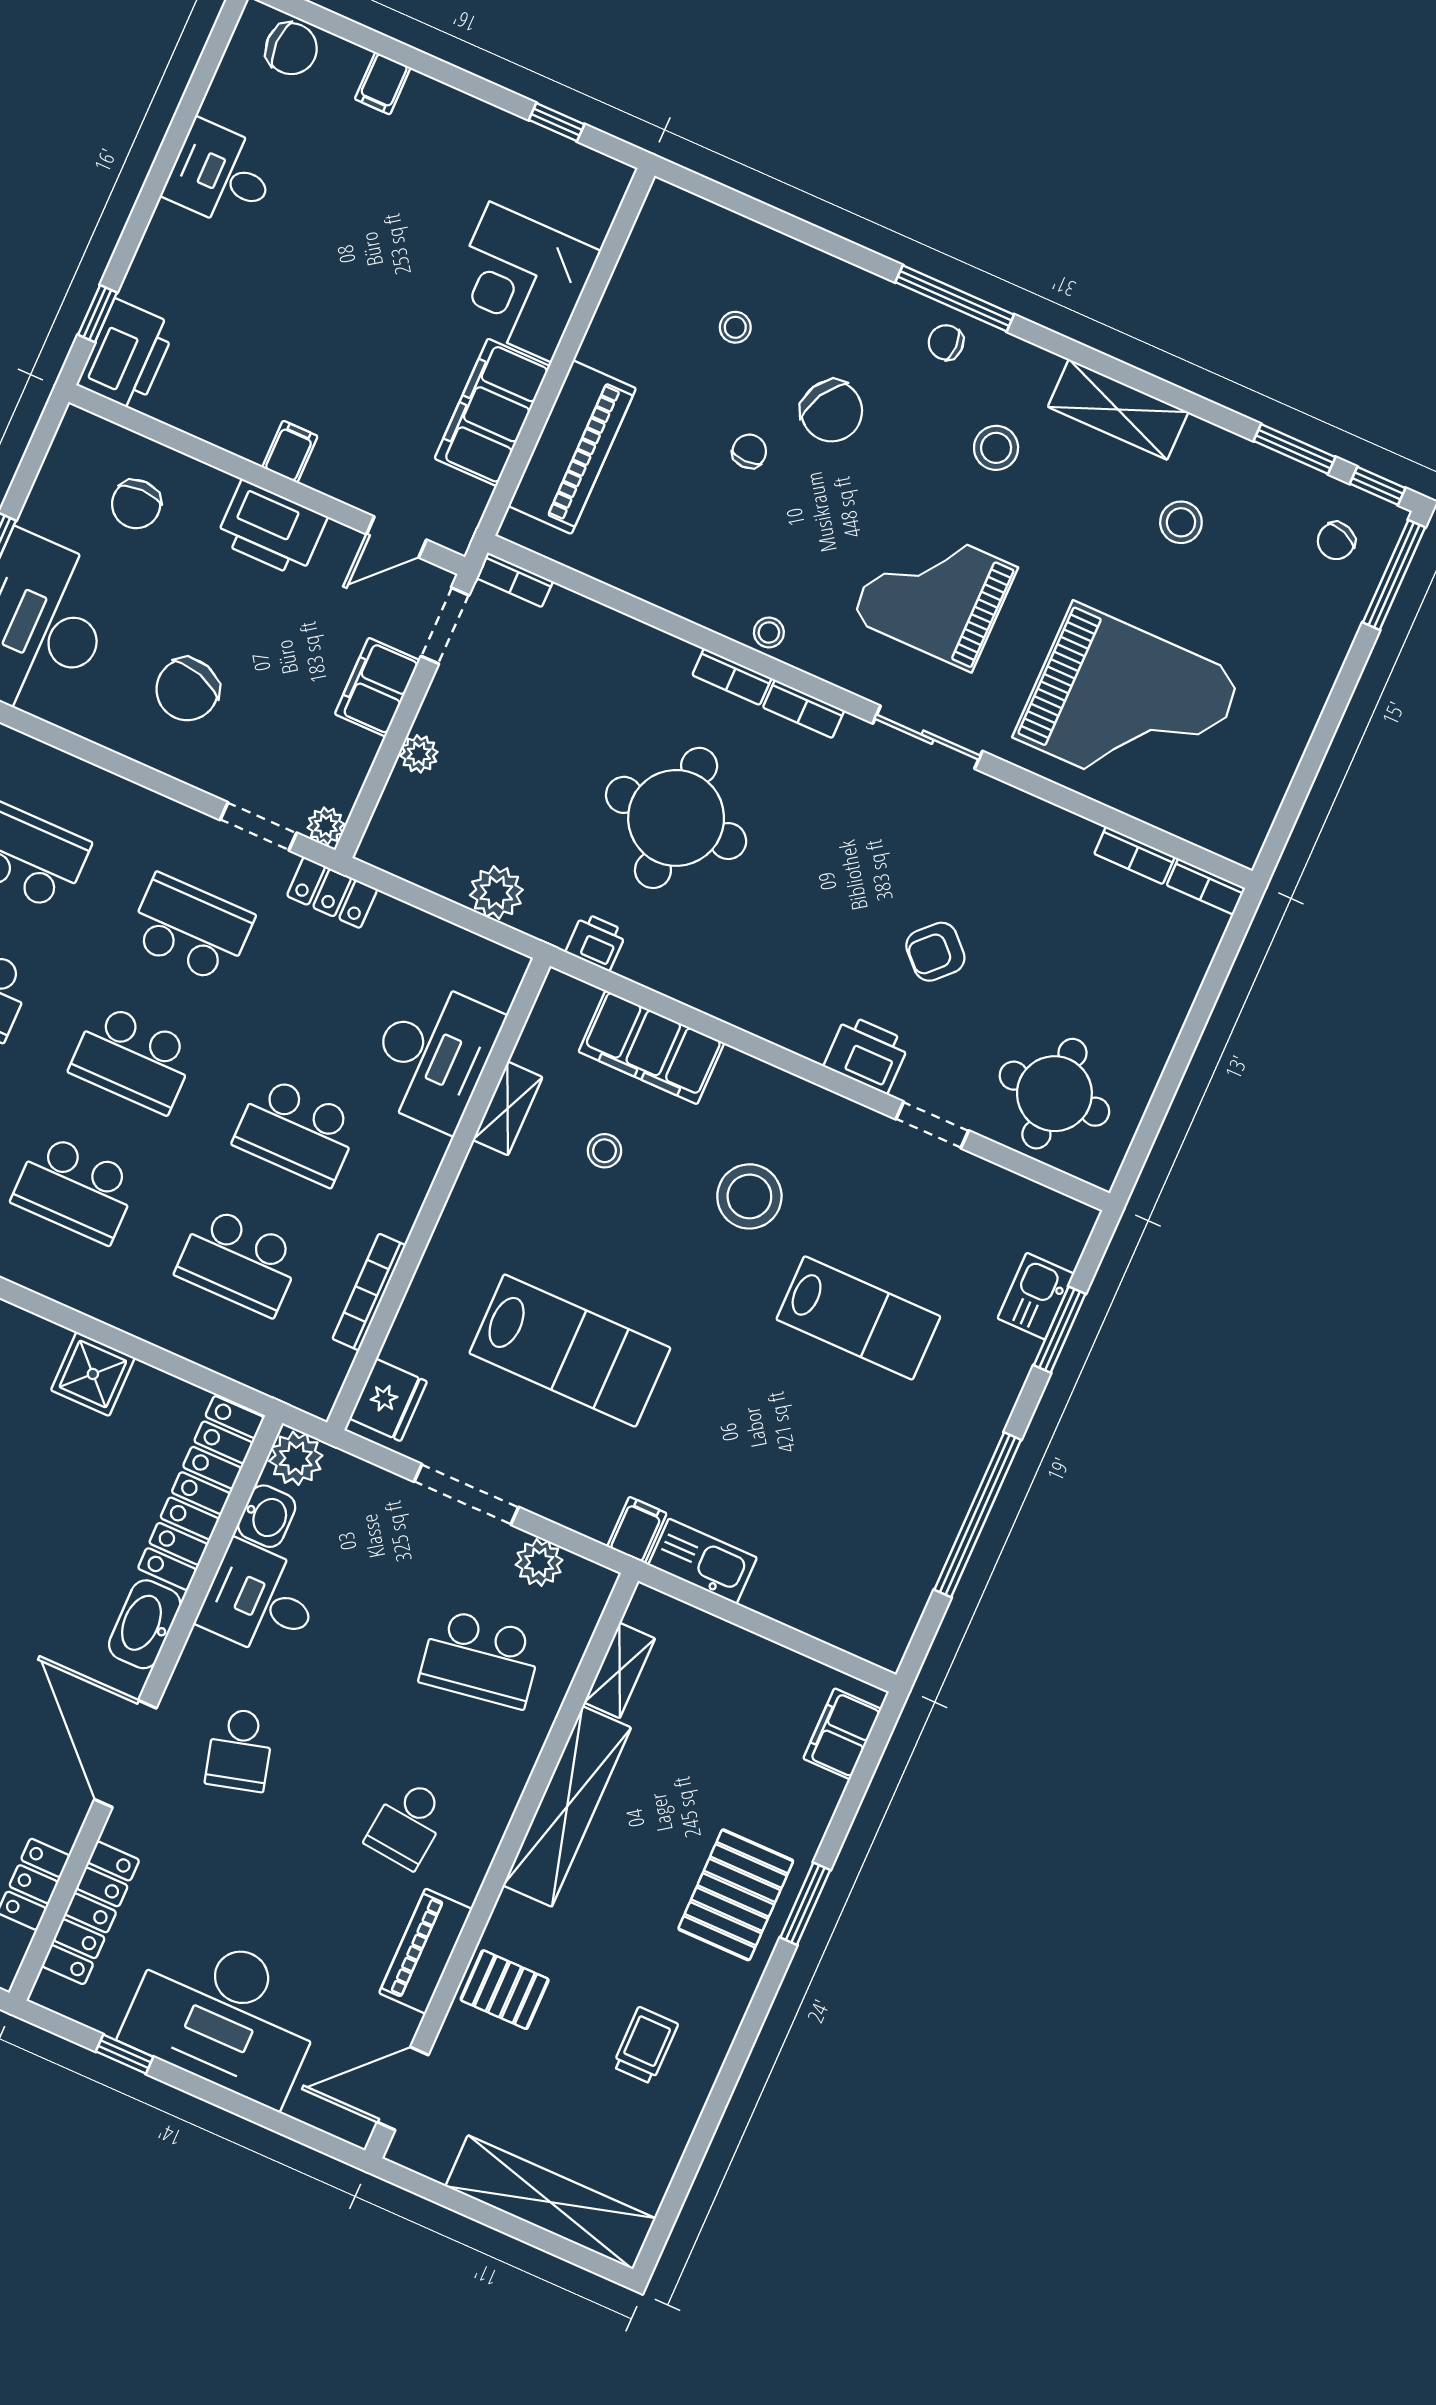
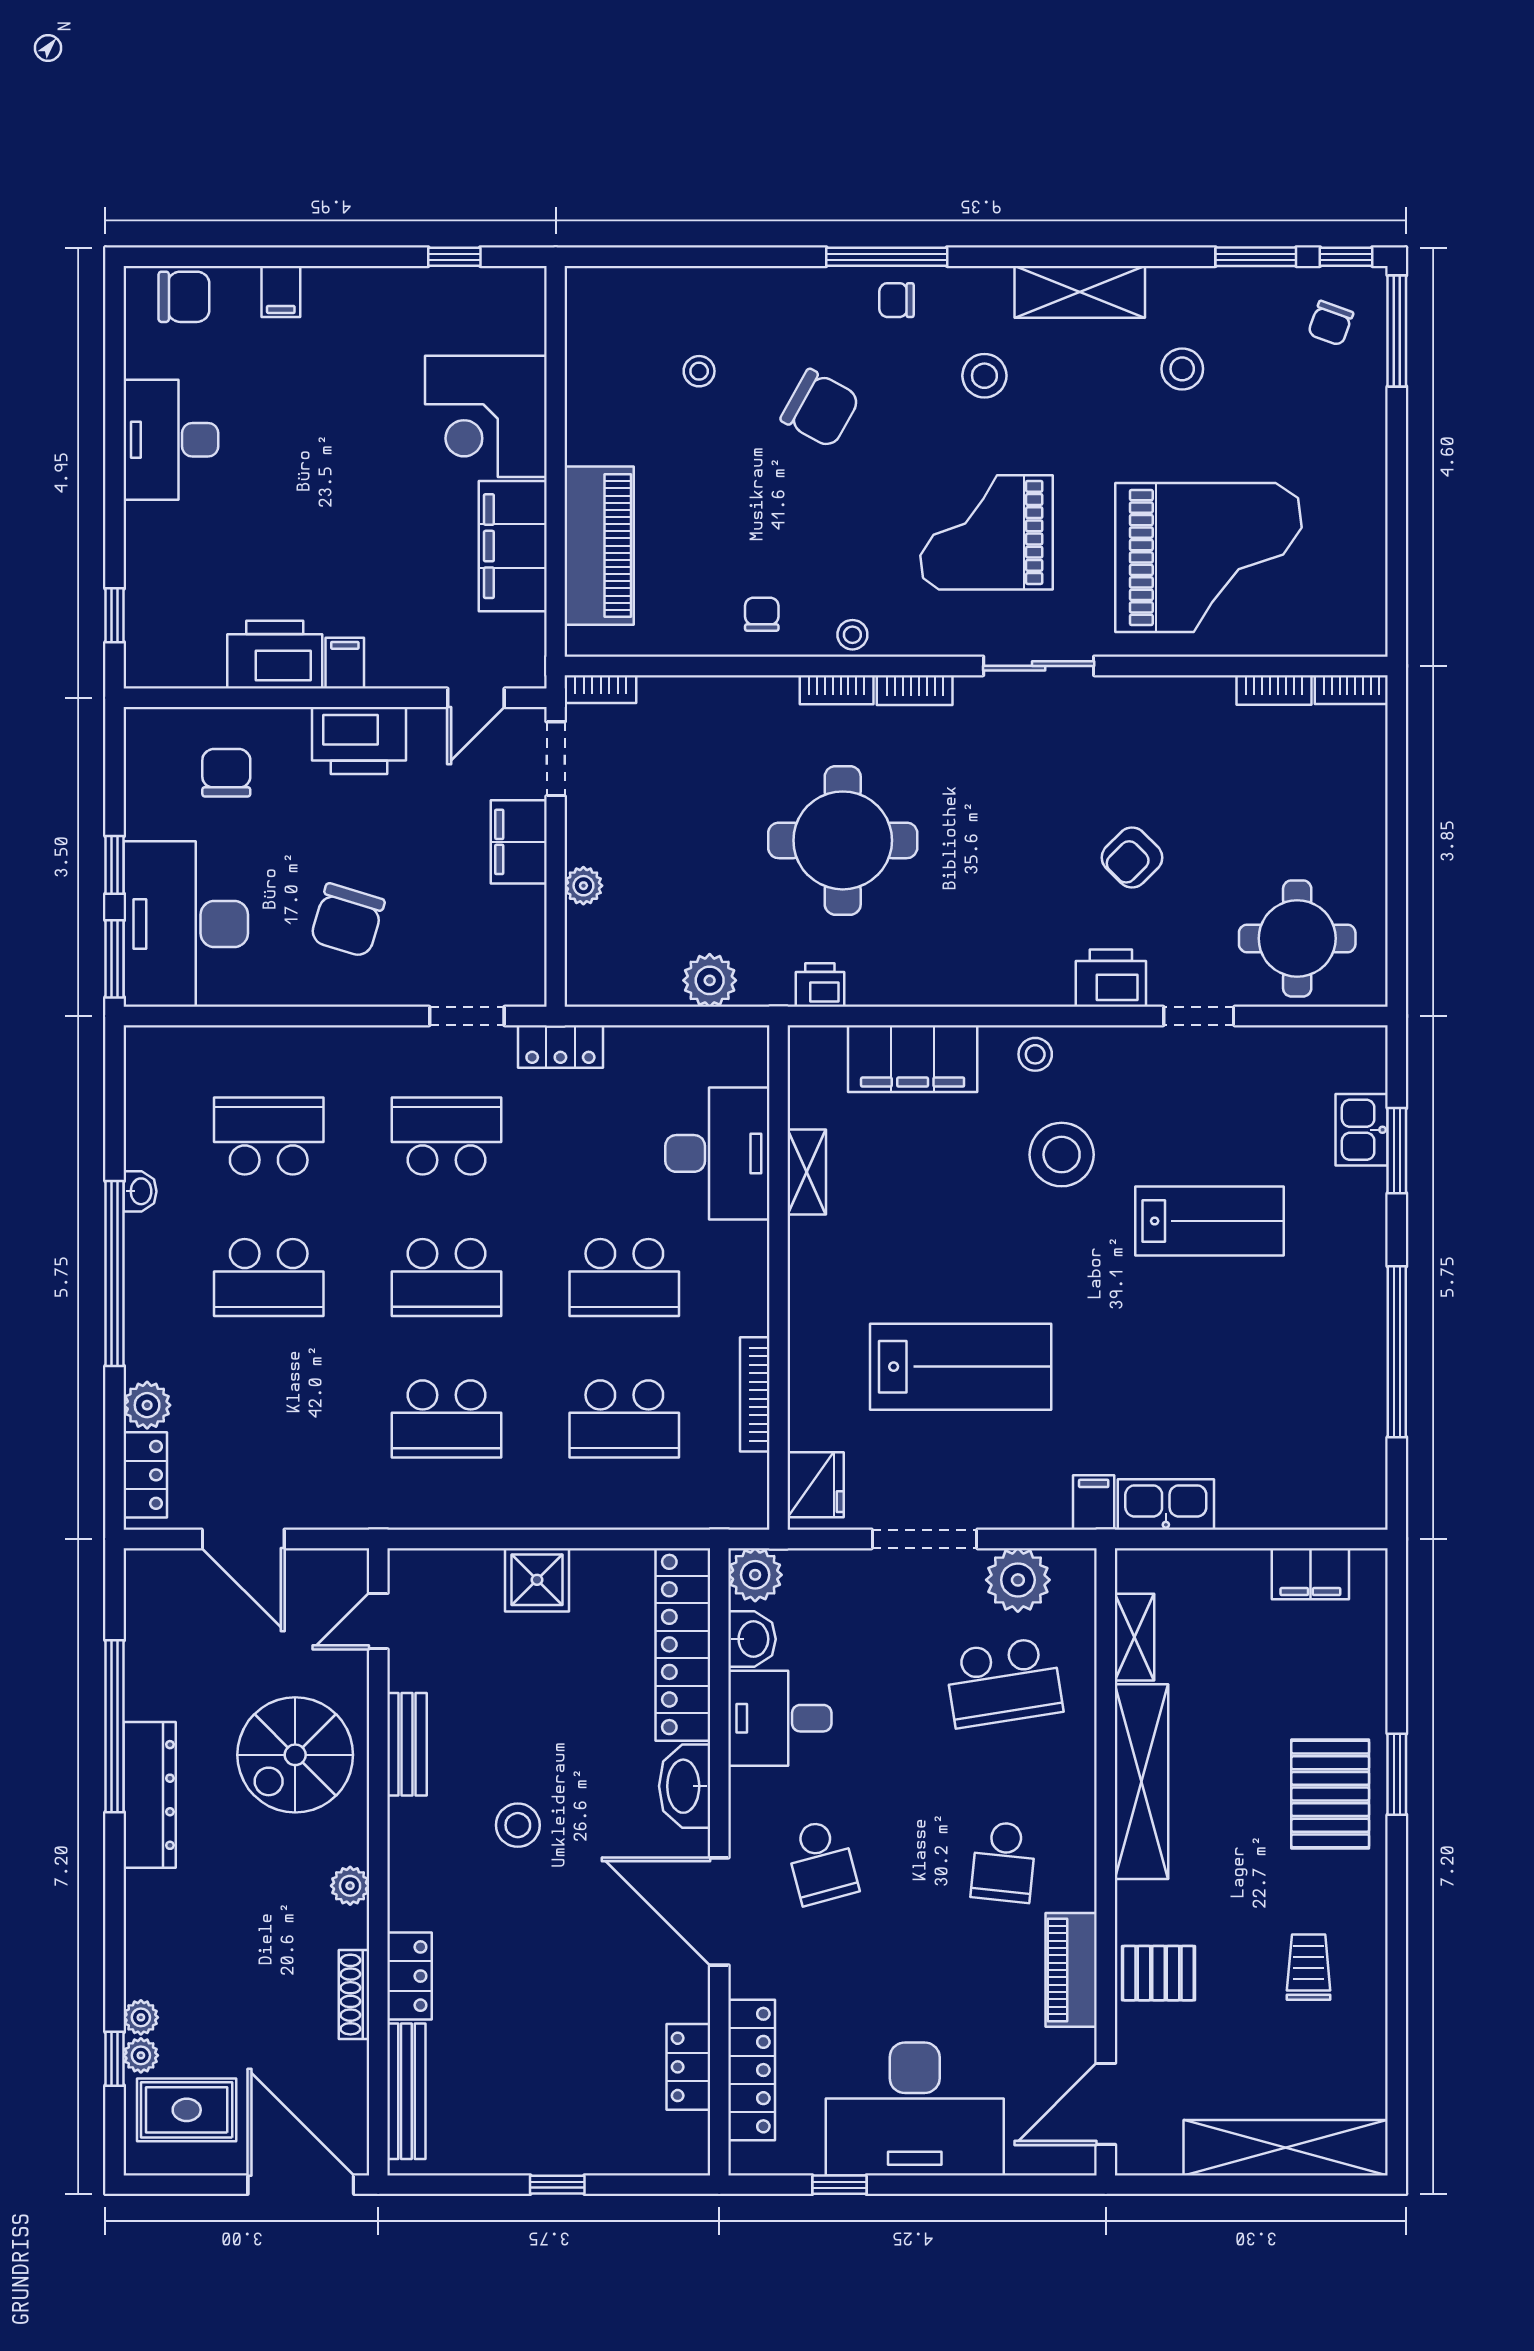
desk: (221, 175) -> (171, 440), width x1.37
printer: (127, 355) -> (275, 655), moved, turned -90
chair: (749, 451) -> (762, 614), moved
chair: (136, 504) -> (226, 773), turned 180
plant: (326, 826) -> (528, 988), removed
stool: (604, 1151) -> (1035, 1054), moved
plant: (539, 1562) -> (1018, 1580), width x1.36, depth x1.36
filing cabinet: (842, 1734) -> (1310, 1574), moved, turned -90

